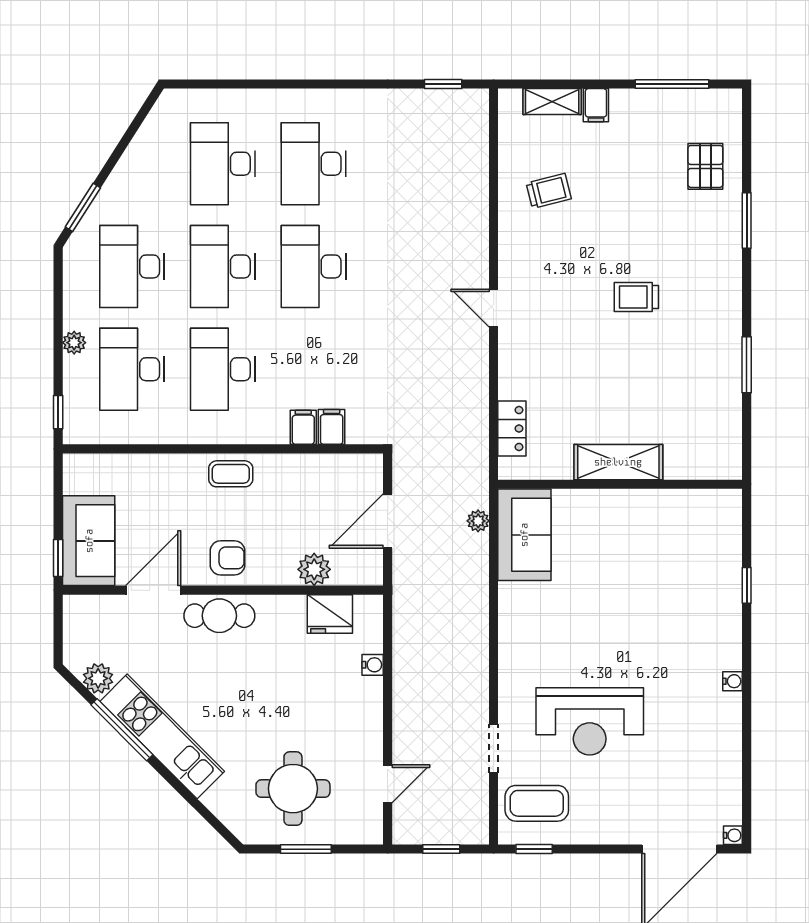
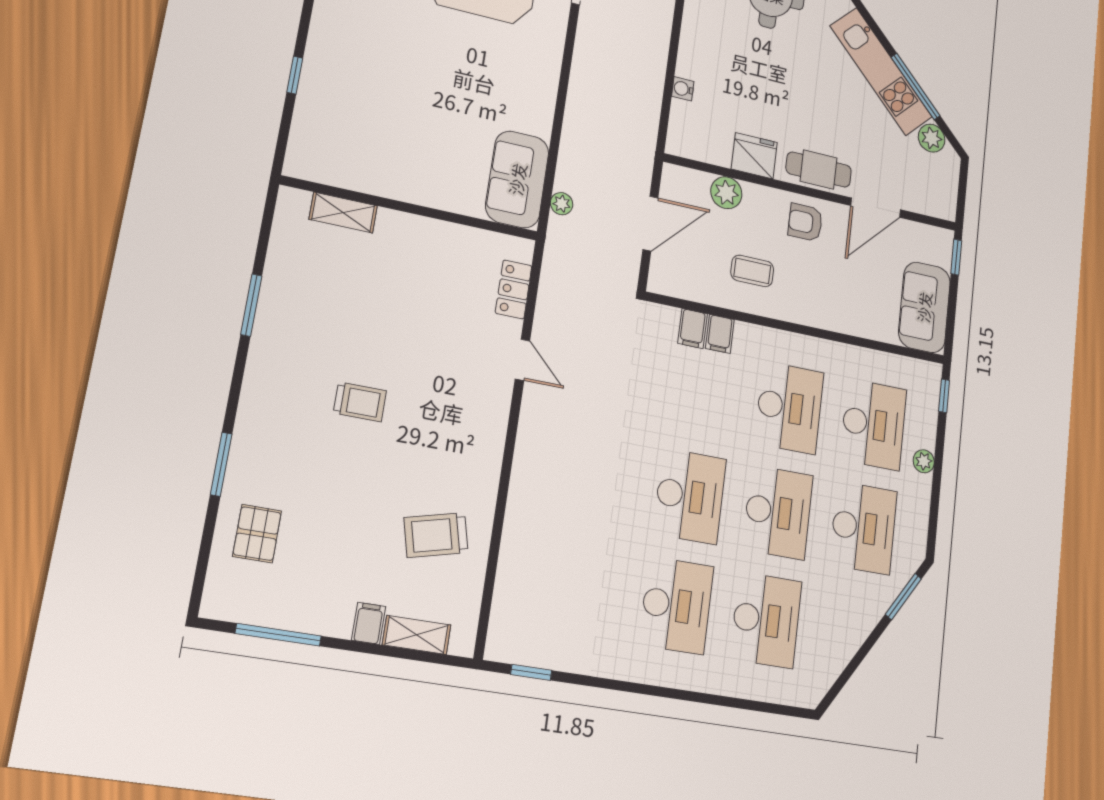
trolley: (549, 191) -> (436, 535), width x1.36, depth x1.39
door: (494, 308) -> (522, 360), moved
shelving: (618, 462) -> (343, 213), moved, width x0.67, depth x0.75
coffee table: (231, 474) -> (752, 271), moved
sofa: (89, 541) -> (924, 307), moved
fridge: (330, 614) -> (754, 156), moved

